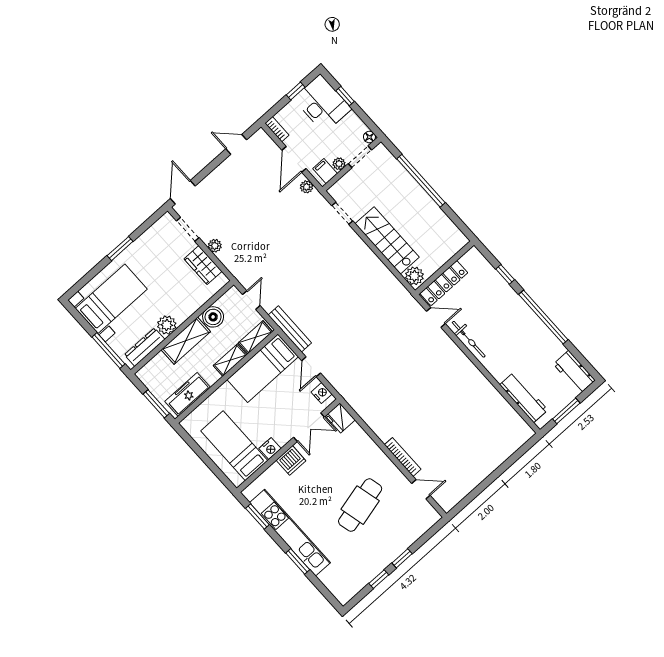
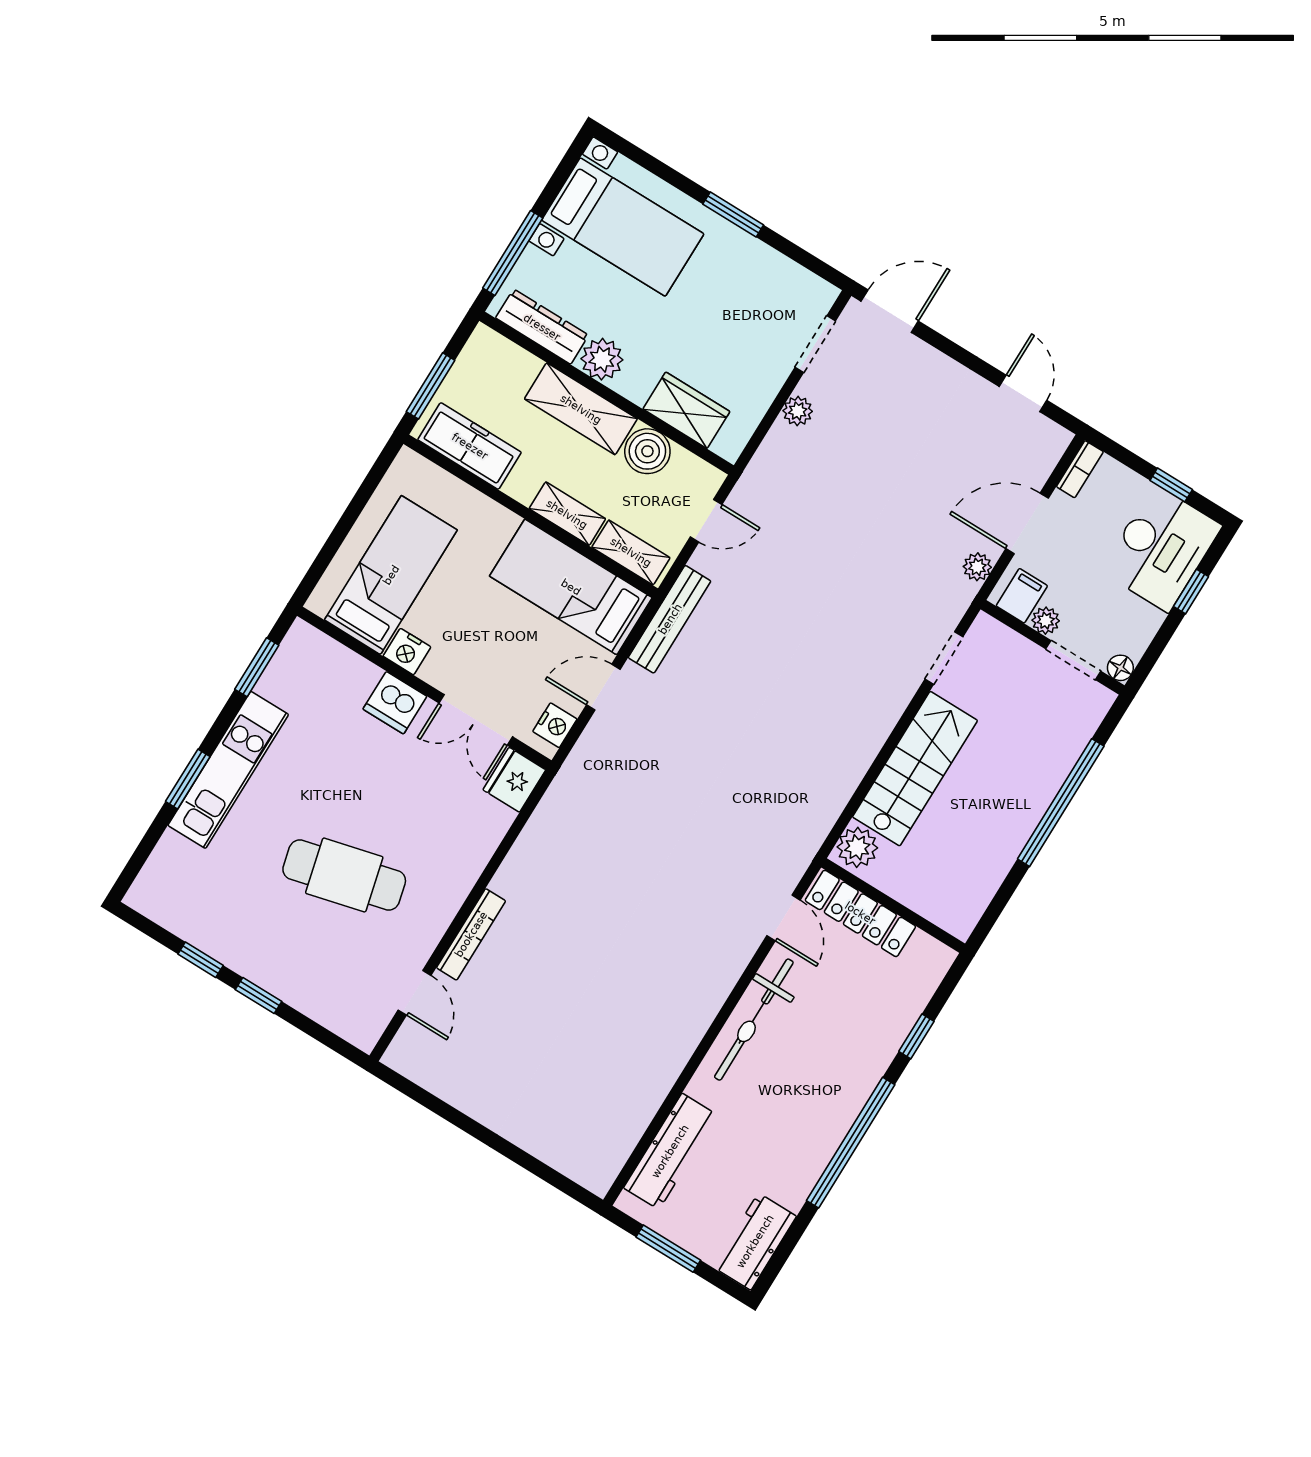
wardrobe: (203, 265) -> (686, 410), moved, turned 90
bicycle: (469, 339) -> (754, 1020), width x1.37, depth x1.40
kitchen unit: (290, 533) -> (228, 770), width x0.73

